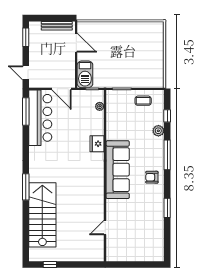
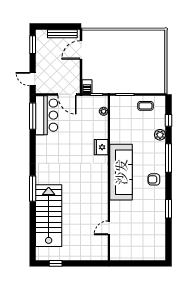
door: (76, 43) -> (81, 50), swing flipped
barbecue: (85, 74) -> (87, 87), width x0.53, depth x0.65
bar counter: (40, 118) -> (47, 115), width x0.73

